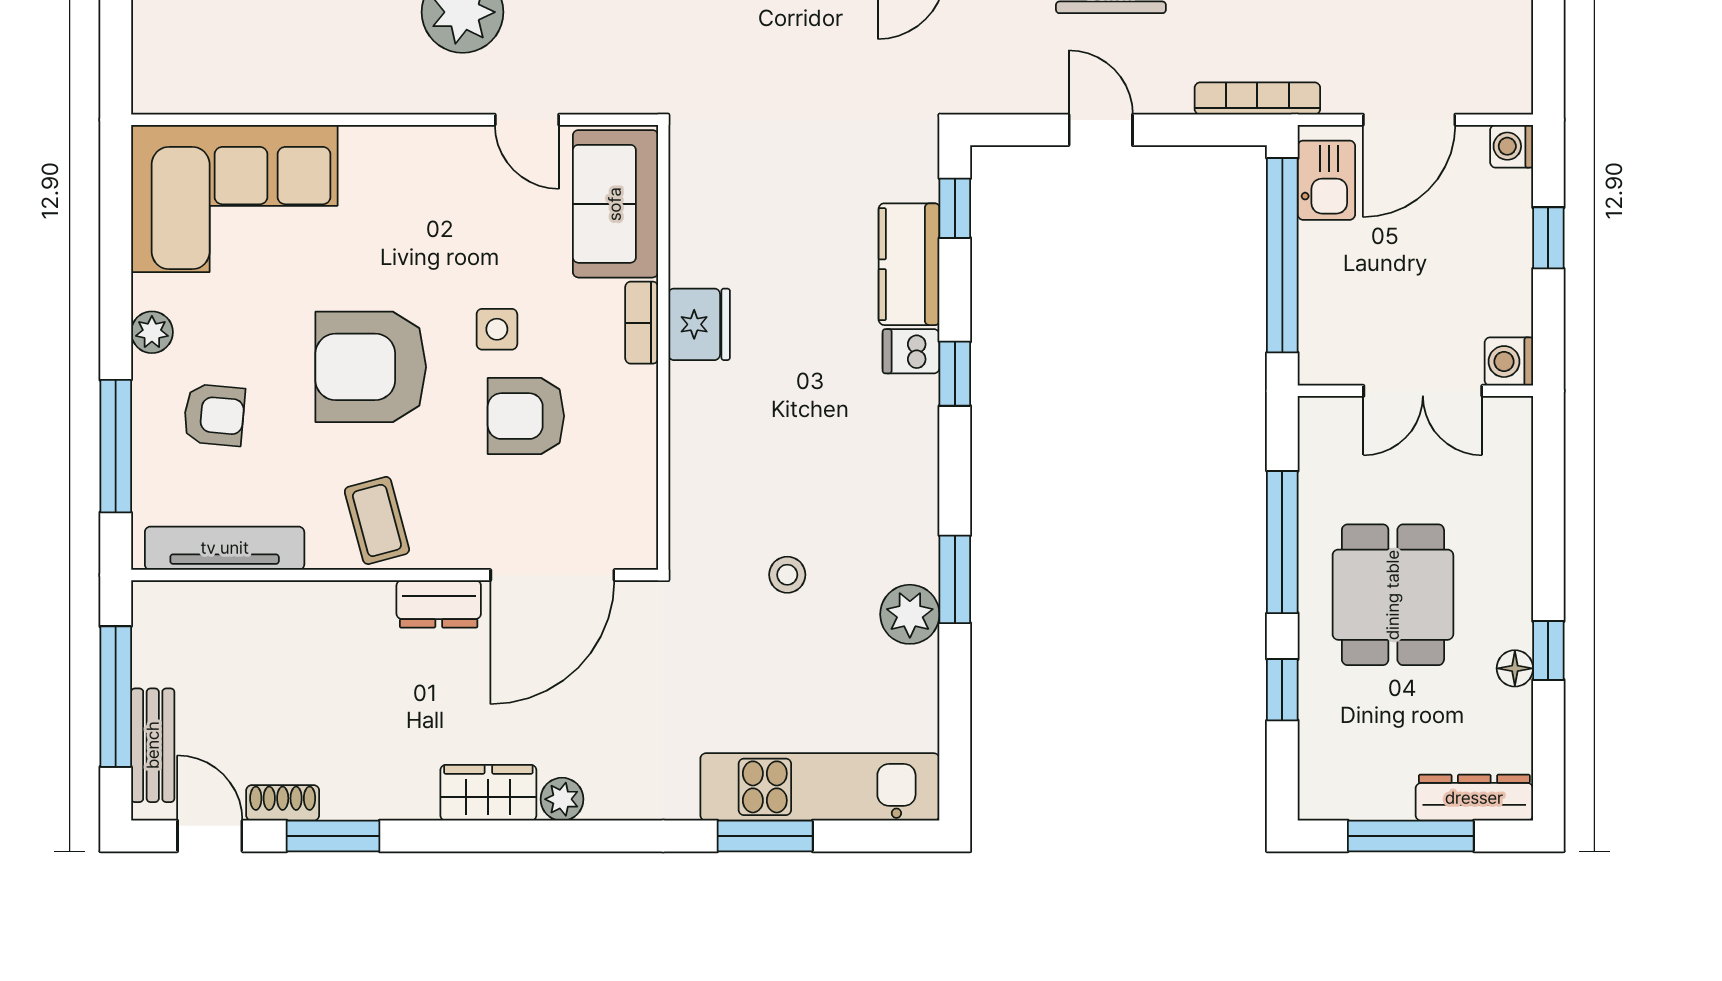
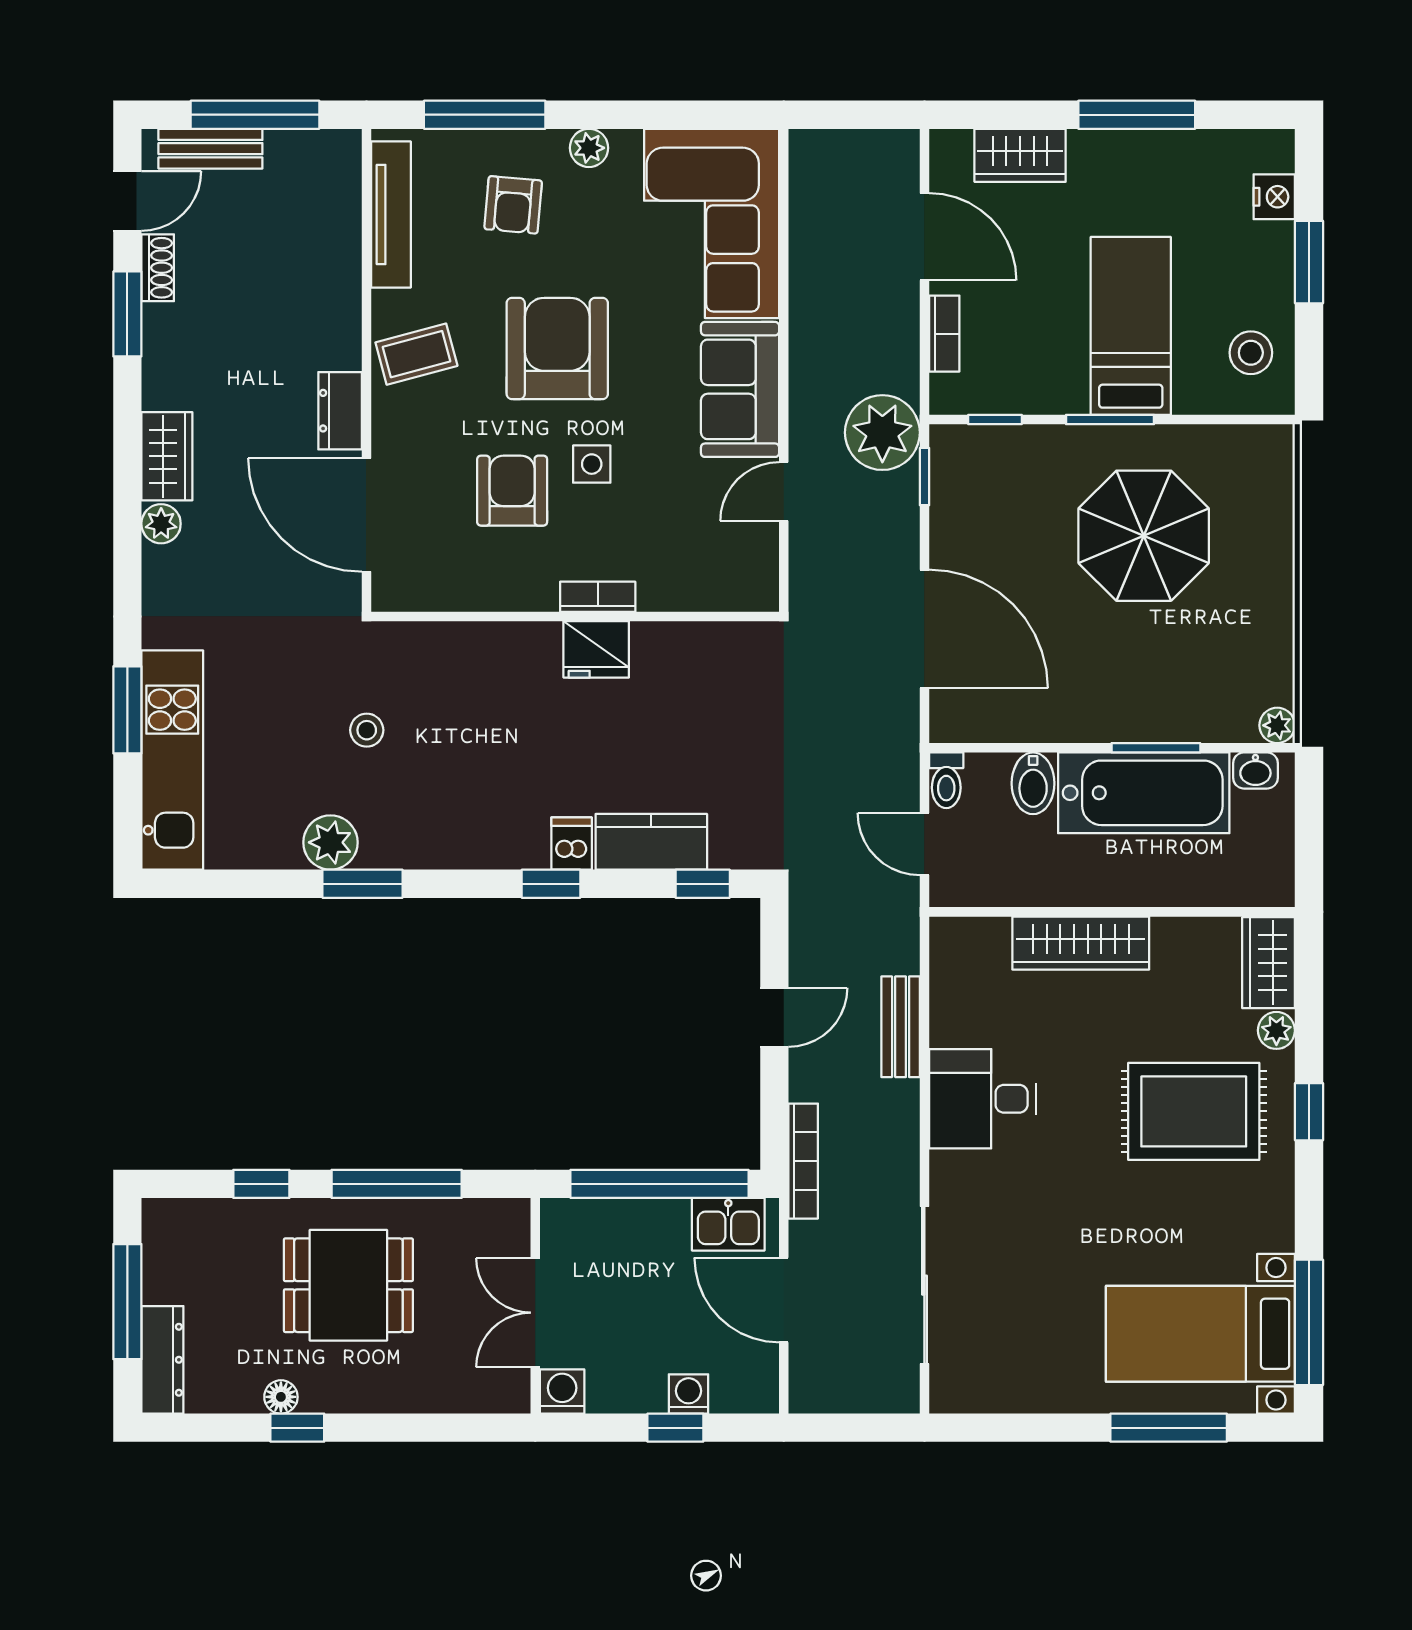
washing machine: (1512, 146) -> (689, 1394), moved
sofa: (615, 204) -> (740, 389), moved, turned -90

